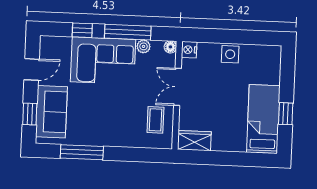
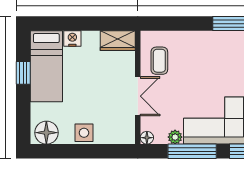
nightstand: (189, 50) -> (72, 38), moved, turned -90
floor lamp: (266, 56) -> (46, 133), added

